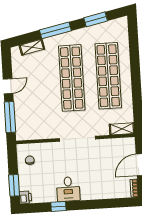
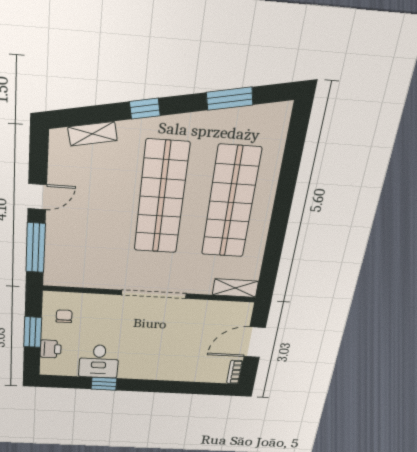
window: (55, 30) -> (145, 109), width x0.46
window: (14, 185) -> (33, 332), moved
desk: (68, 189) -> (99, 361), moved
printer: (25, 197) -> (51, 349), moved

